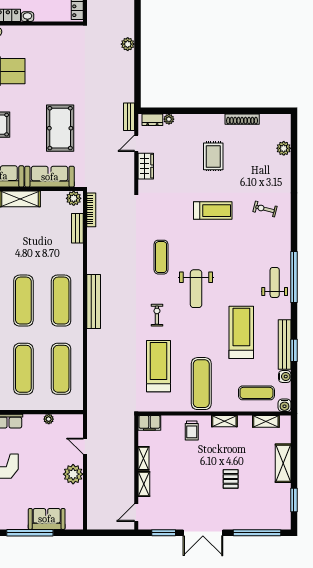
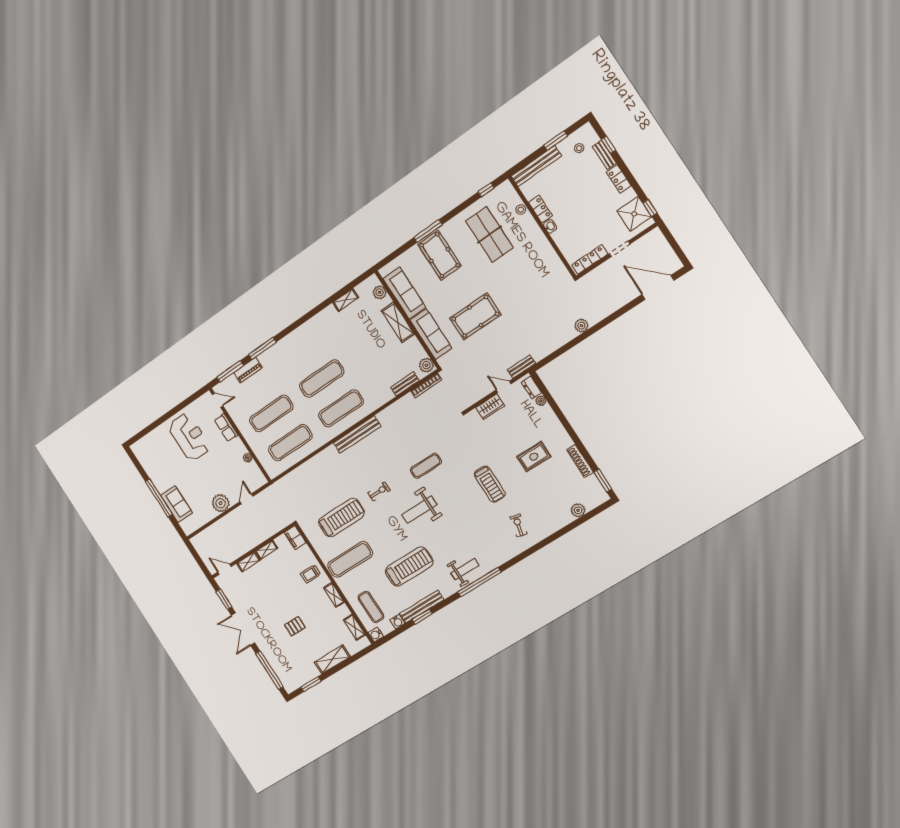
window: (271, 111) -> (603, 481), added

